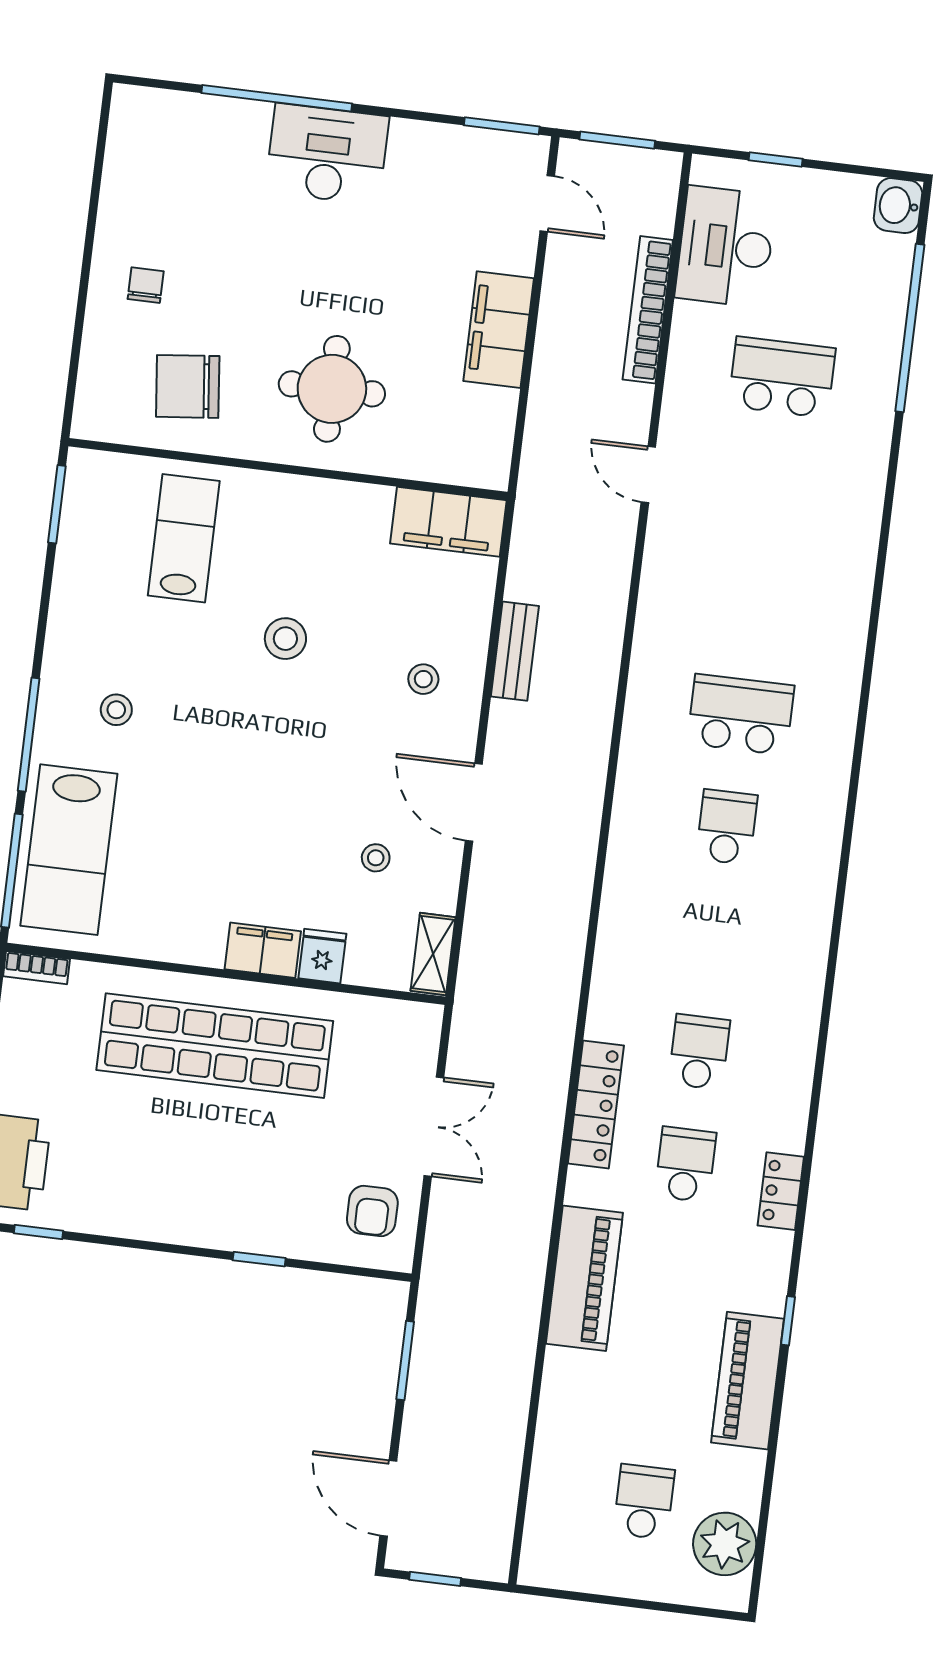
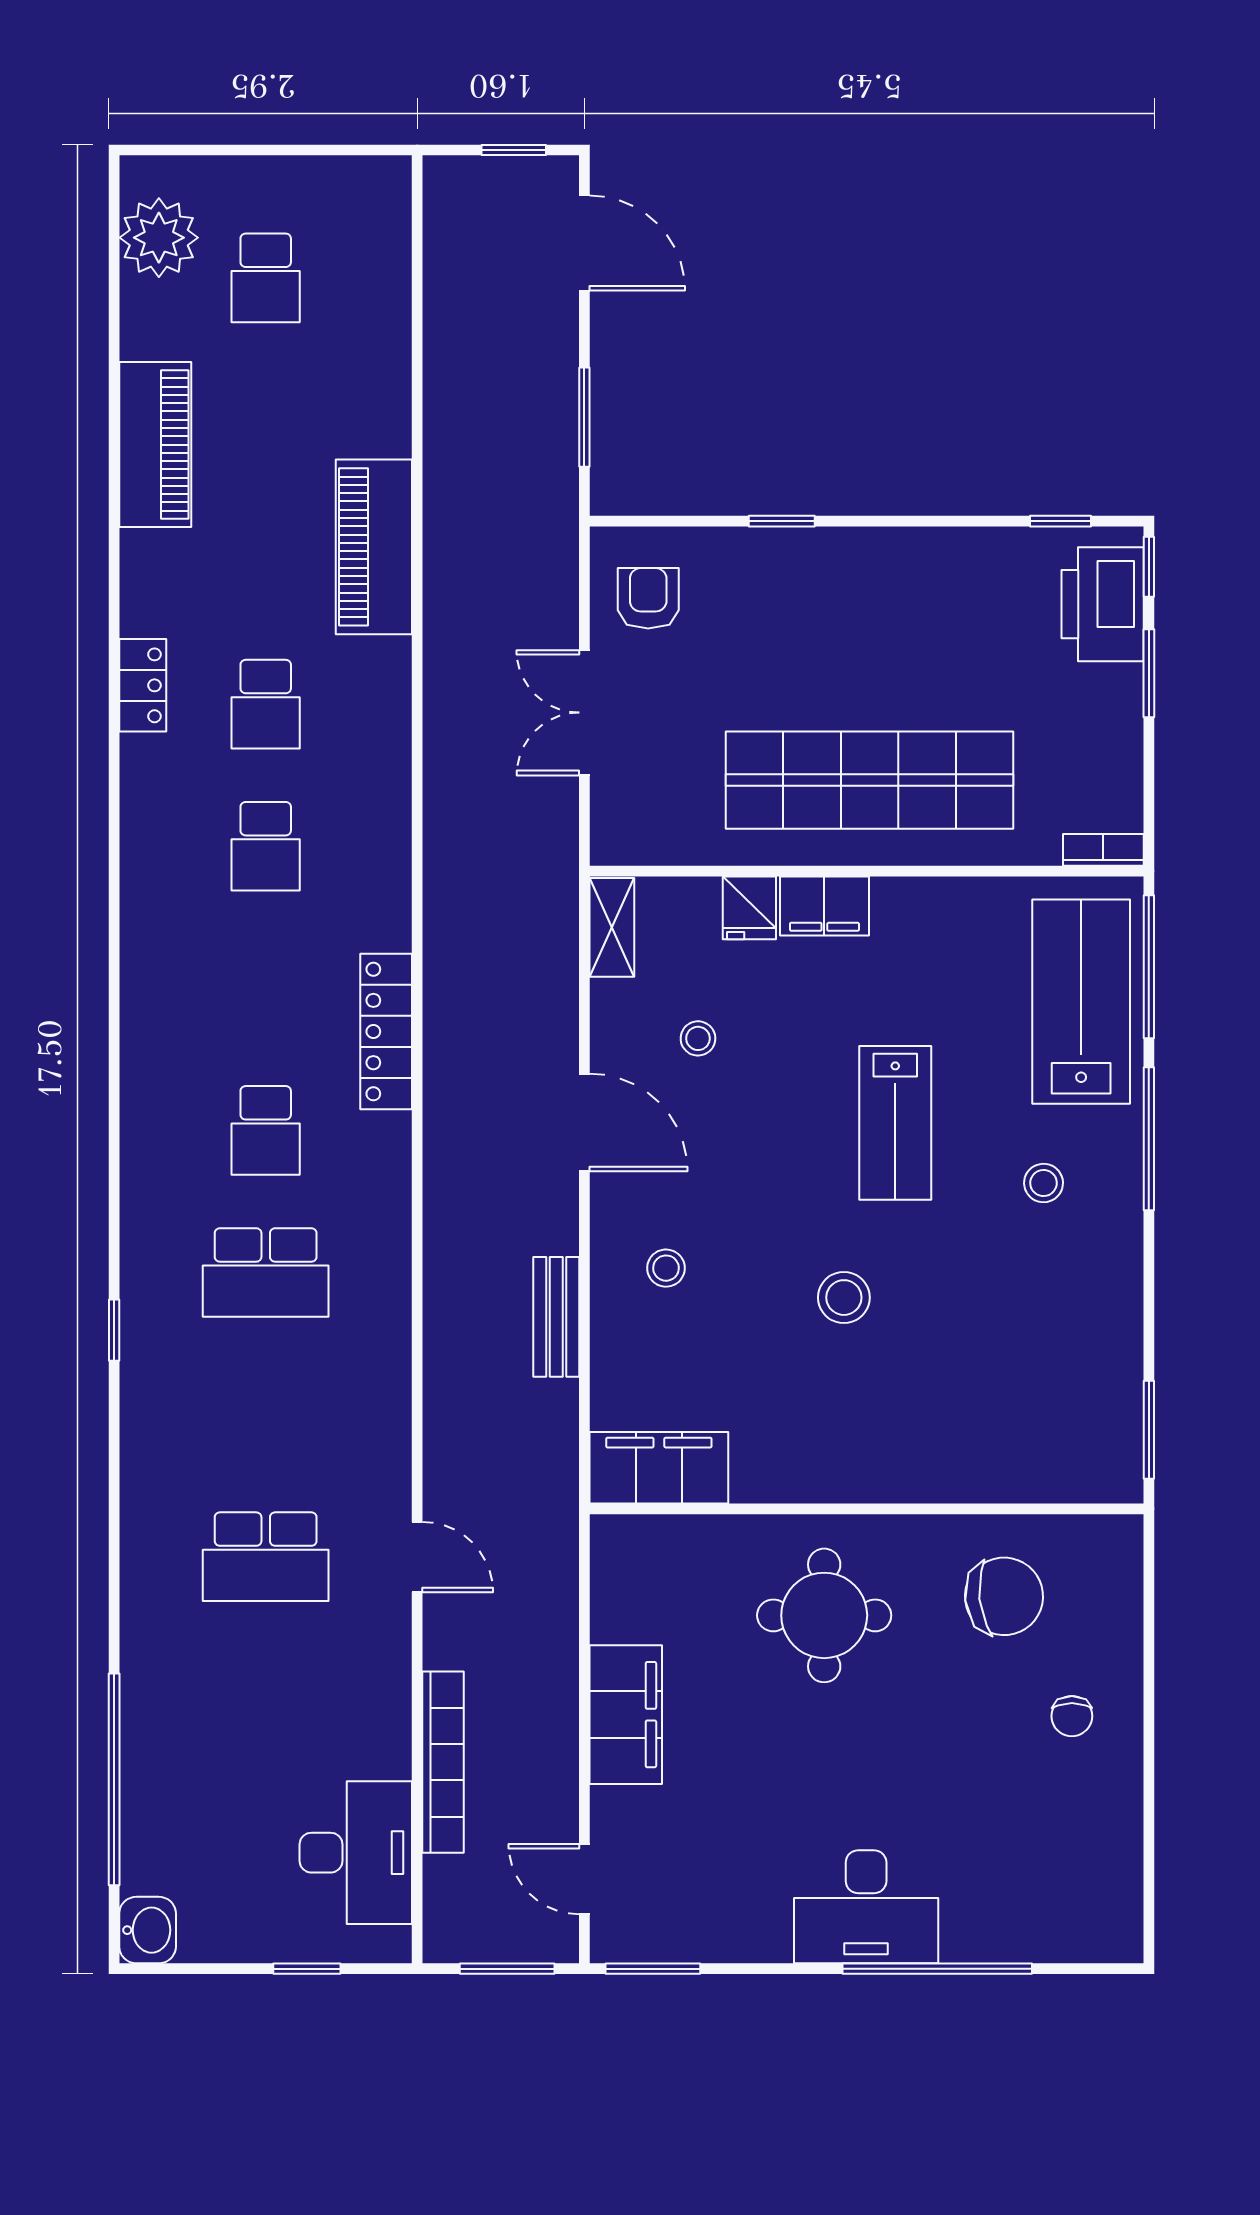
school desk: (782, 377) -> (266, 1557), moved
lab bench: (184, 538) -> (895, 1123), moved
locker: (596, 1105) -> (386, 1032), moved
window: (788, 1321) -> (114, 1330), moved

